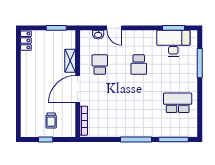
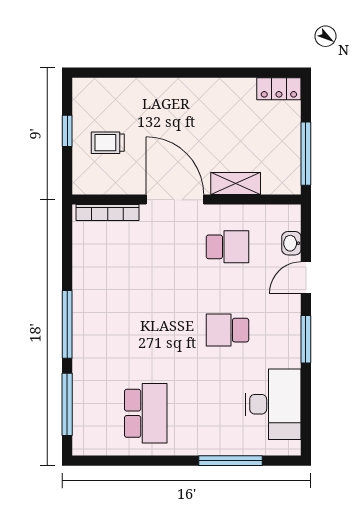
window: (56, 28) -> (306, 154), width x1.44
window: (174, 28) -> (306, 339), moved

